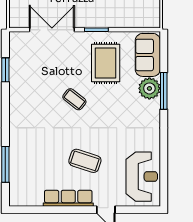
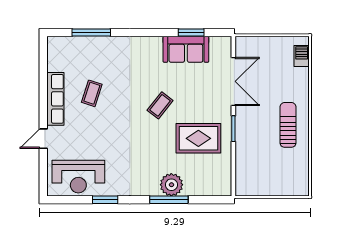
sofa: (148, 55) -> (186, 49), moved, turned 180
window: (164, 151) -> (105, 200), added
coffee table: (85, 161) -> (92, 93), moved, width x0.73, depth x0.77

